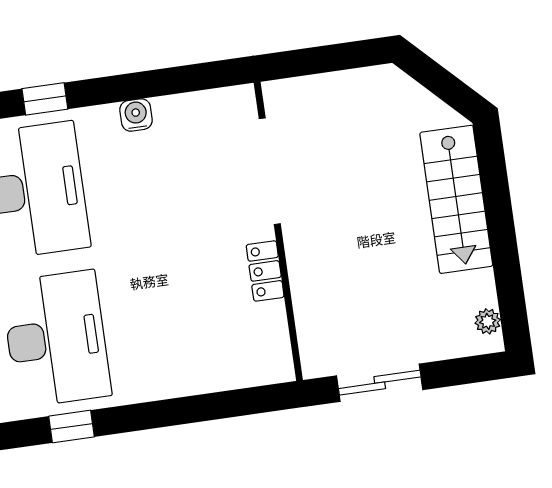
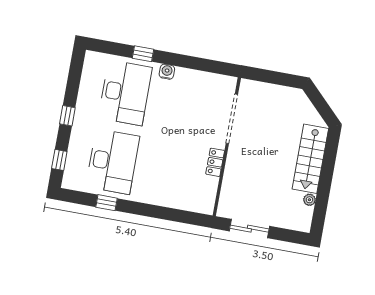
water cooler: (136, 115) -> (167, 72), moved
plant: (488, 321) -> (309, 200), moved

